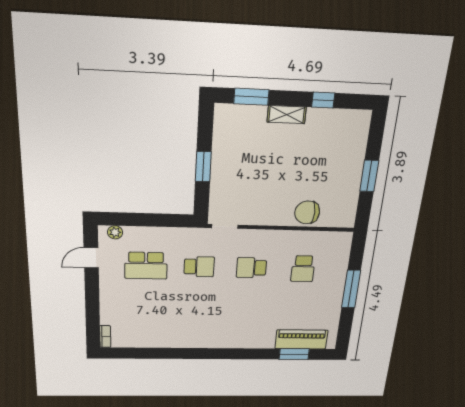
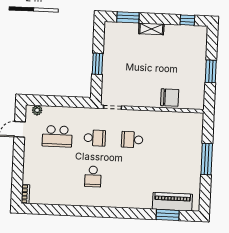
window: (323, 100) -> (187, 20), moved
chair: (307, 212) -> (170, 98), turned 180
school desk: (303, 269) -> (93, 176), moved

